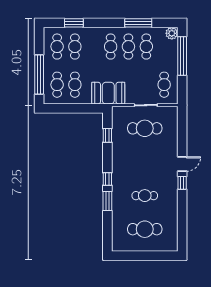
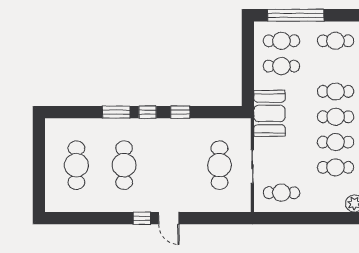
cafe table: (75, 47) -> (336, 91), moved
window: (182, 56) -> (322, 218), removed
window: (107, 135) -> (180, 112), moved
cafe table: (145, 196) -> (124, 165), width x1.37, depth x1.35

